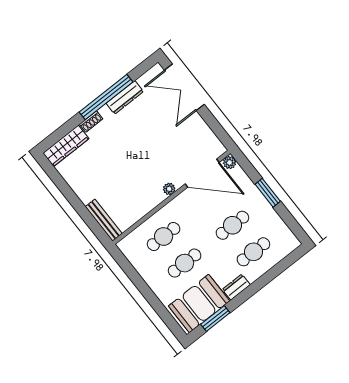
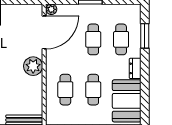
plant: (169, 189) -> (33, 66), width x1.88, depth x1.88
window: (215, 319) -> (145, 36), moved

